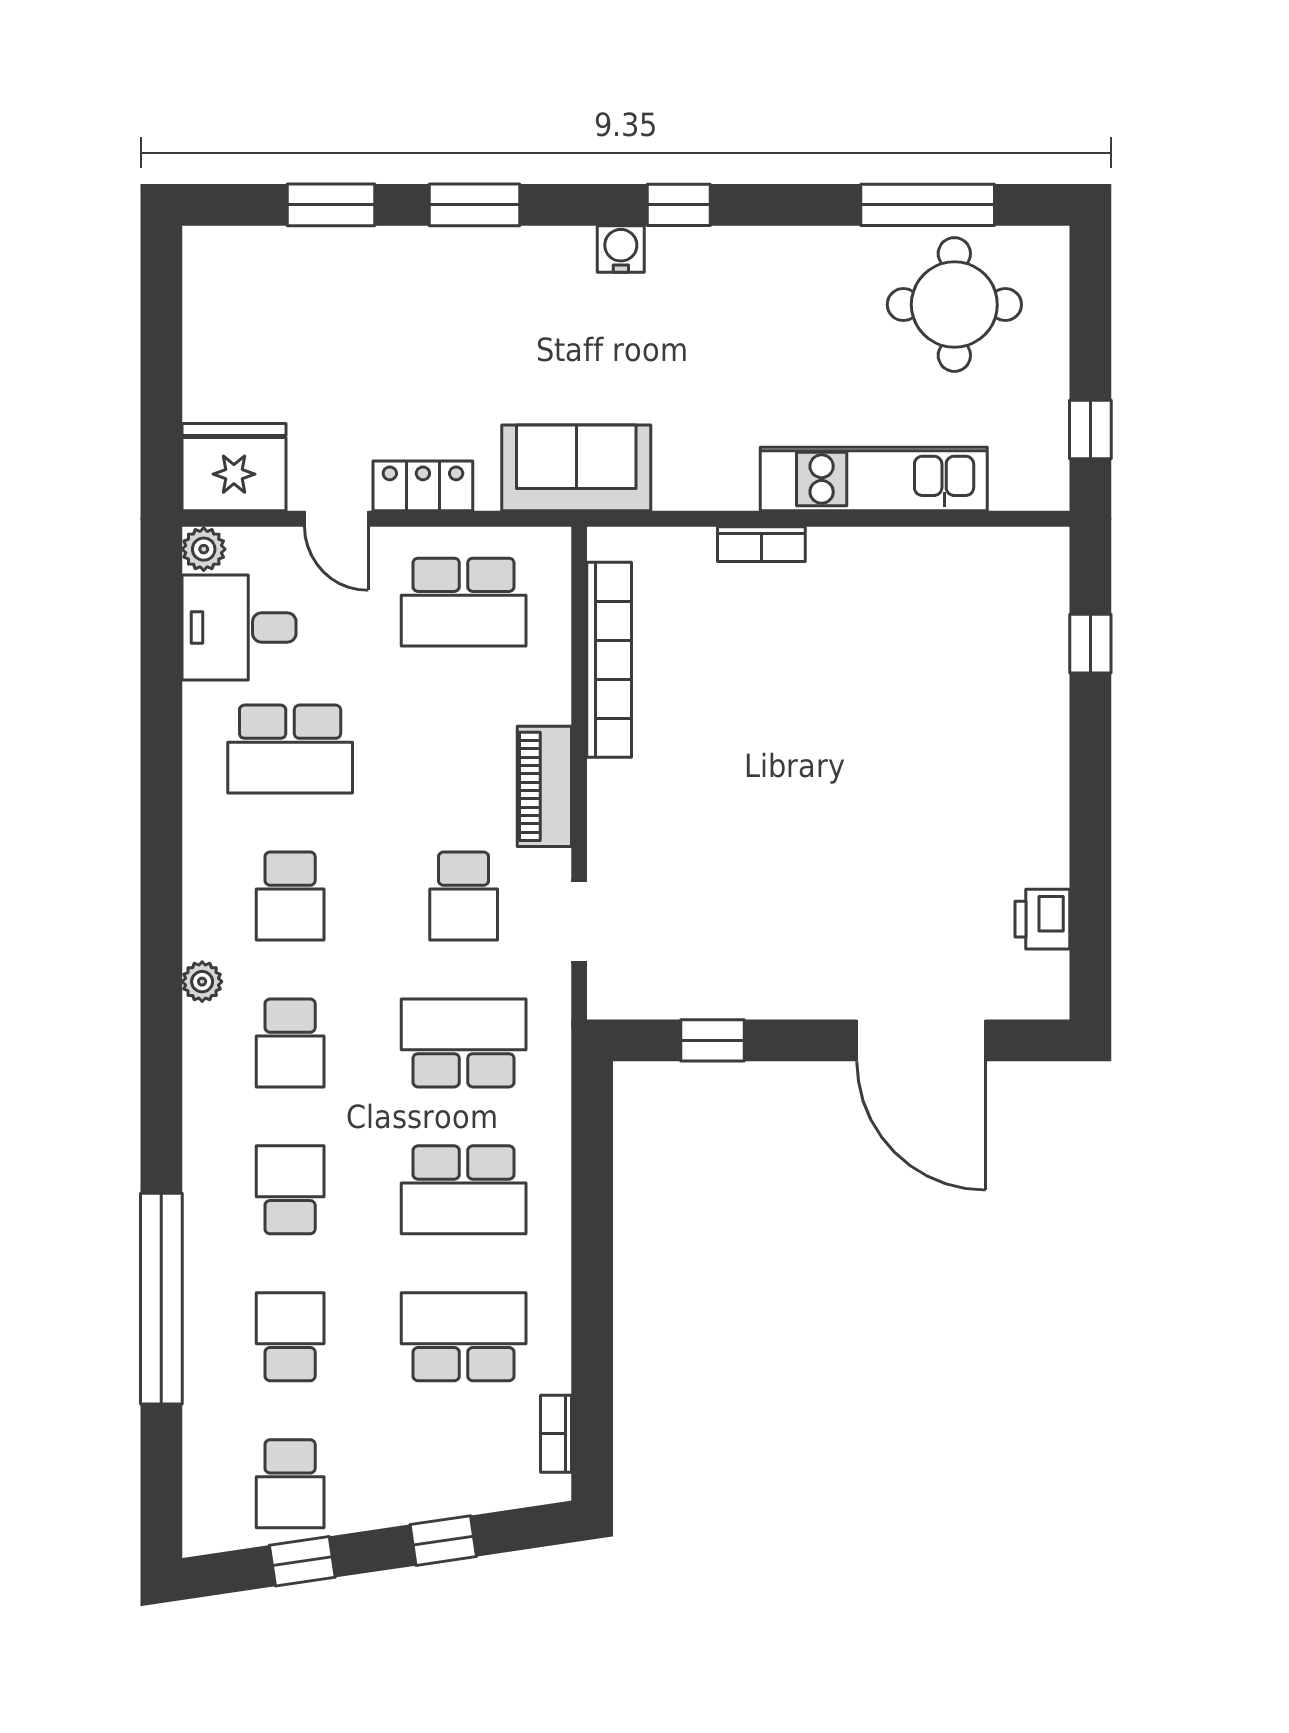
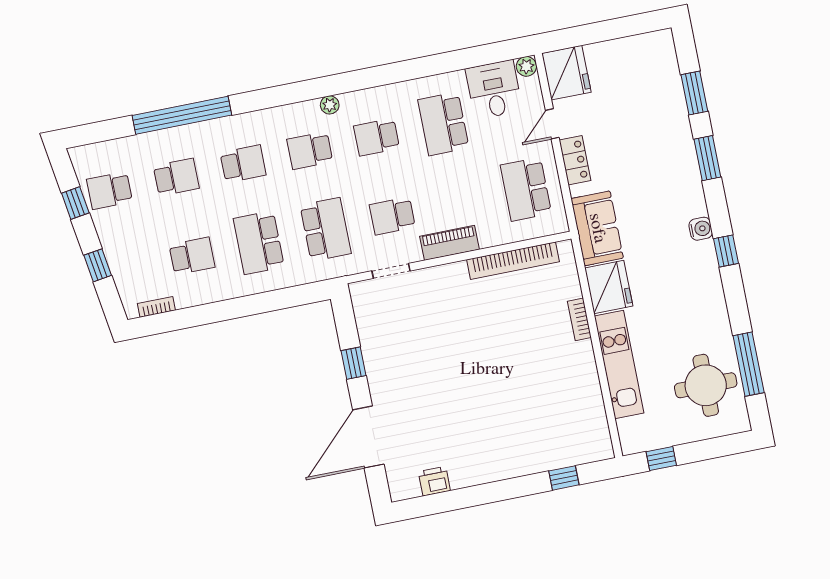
fridge: (706, 468) -> (609, 287), added
window: (712, 1040) -> (354, 363), moved
school desk: (464, 1337) -> (192, 256), width x0.54

